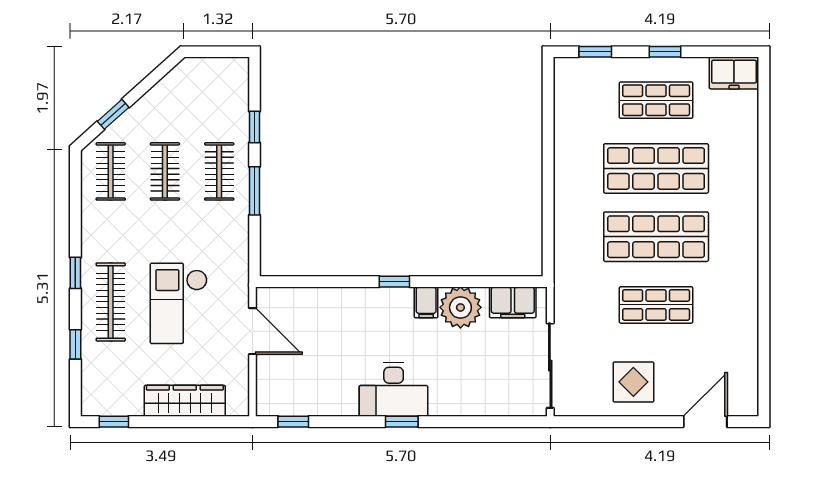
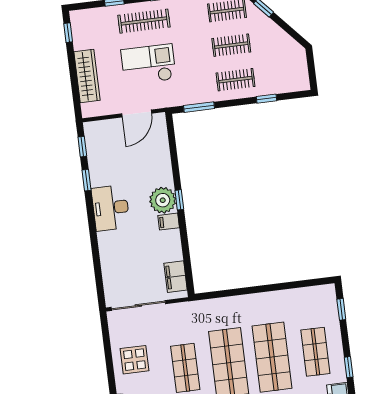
window: (665, 52) -> (349, 367), moved
window: (255, 191) -> (199, 107), moved
plant: (460, 307) -> (163, 200), moved
window: (402, 422) -> (87, 180), moved

